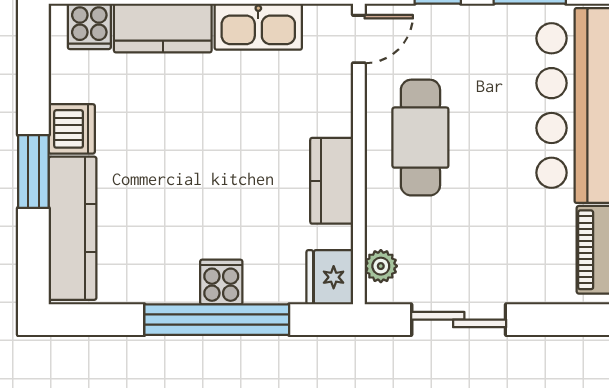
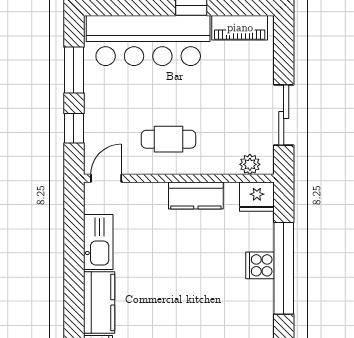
door: (359, 39) -> (106, 178), hinge flipped
cafe table: (420, 138) -> (168, 139), width x0.73, depth x0.74

